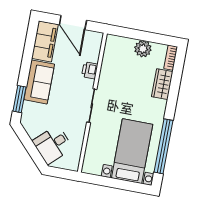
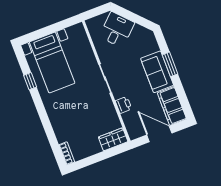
plant: (143, 49) -> (93, 147), removed
wardrobe: (162, 84) -> (113, 139), moved, turned -90
window: (20, 99) -> (170, 64), moved
window: (164, 146) -> (30, 81), width x0.32

